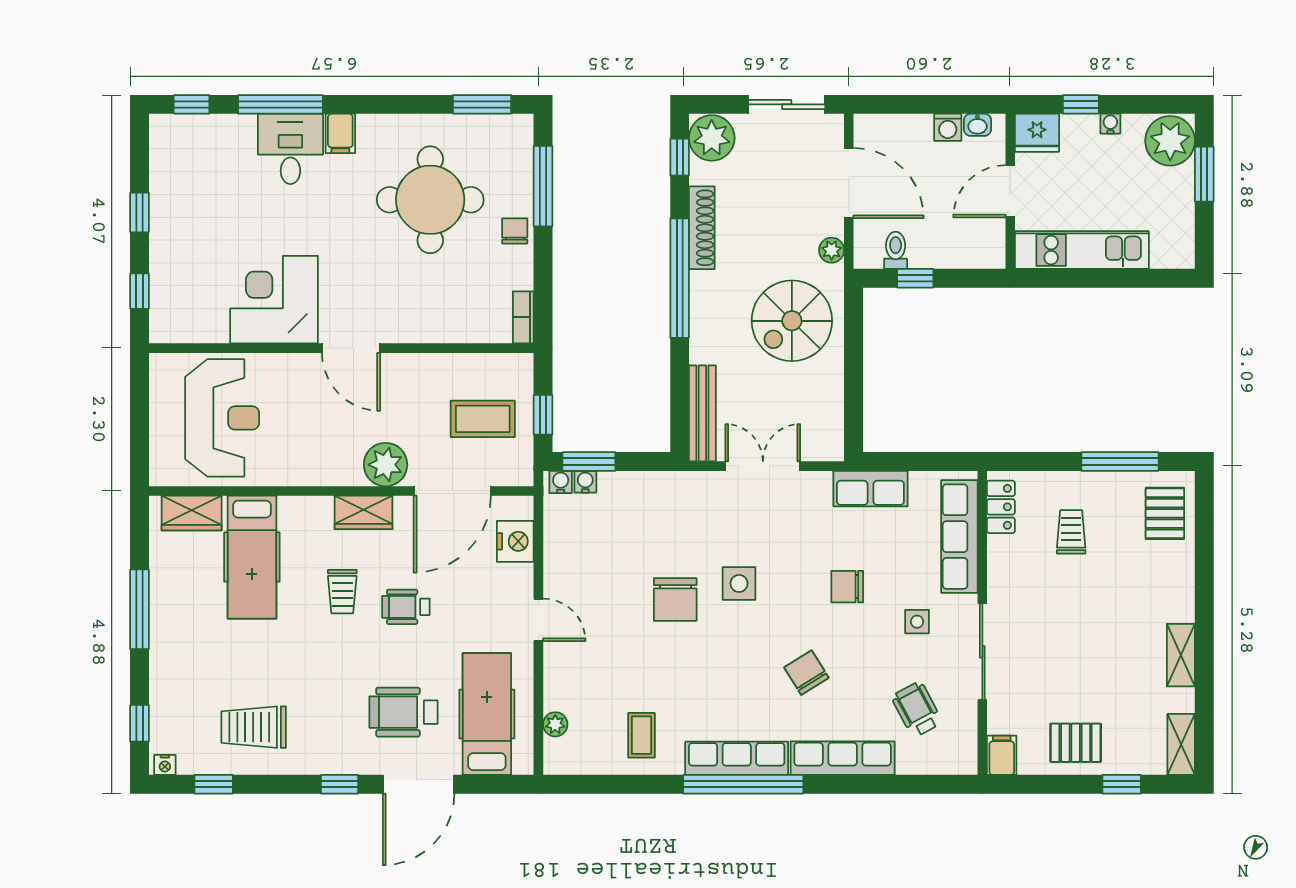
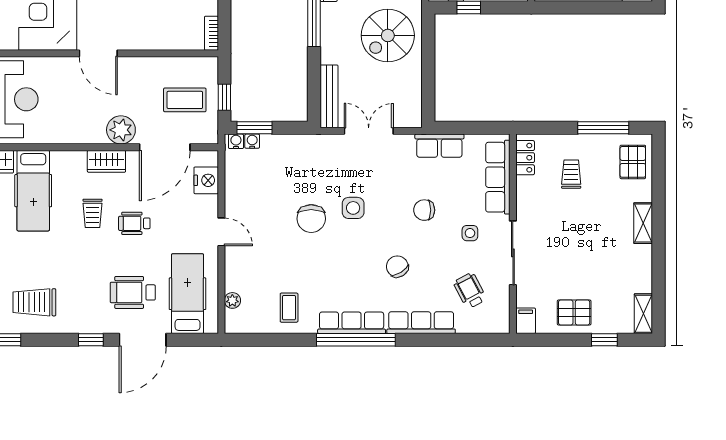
shelving: (1181, 655) -> (643, 223), moved

